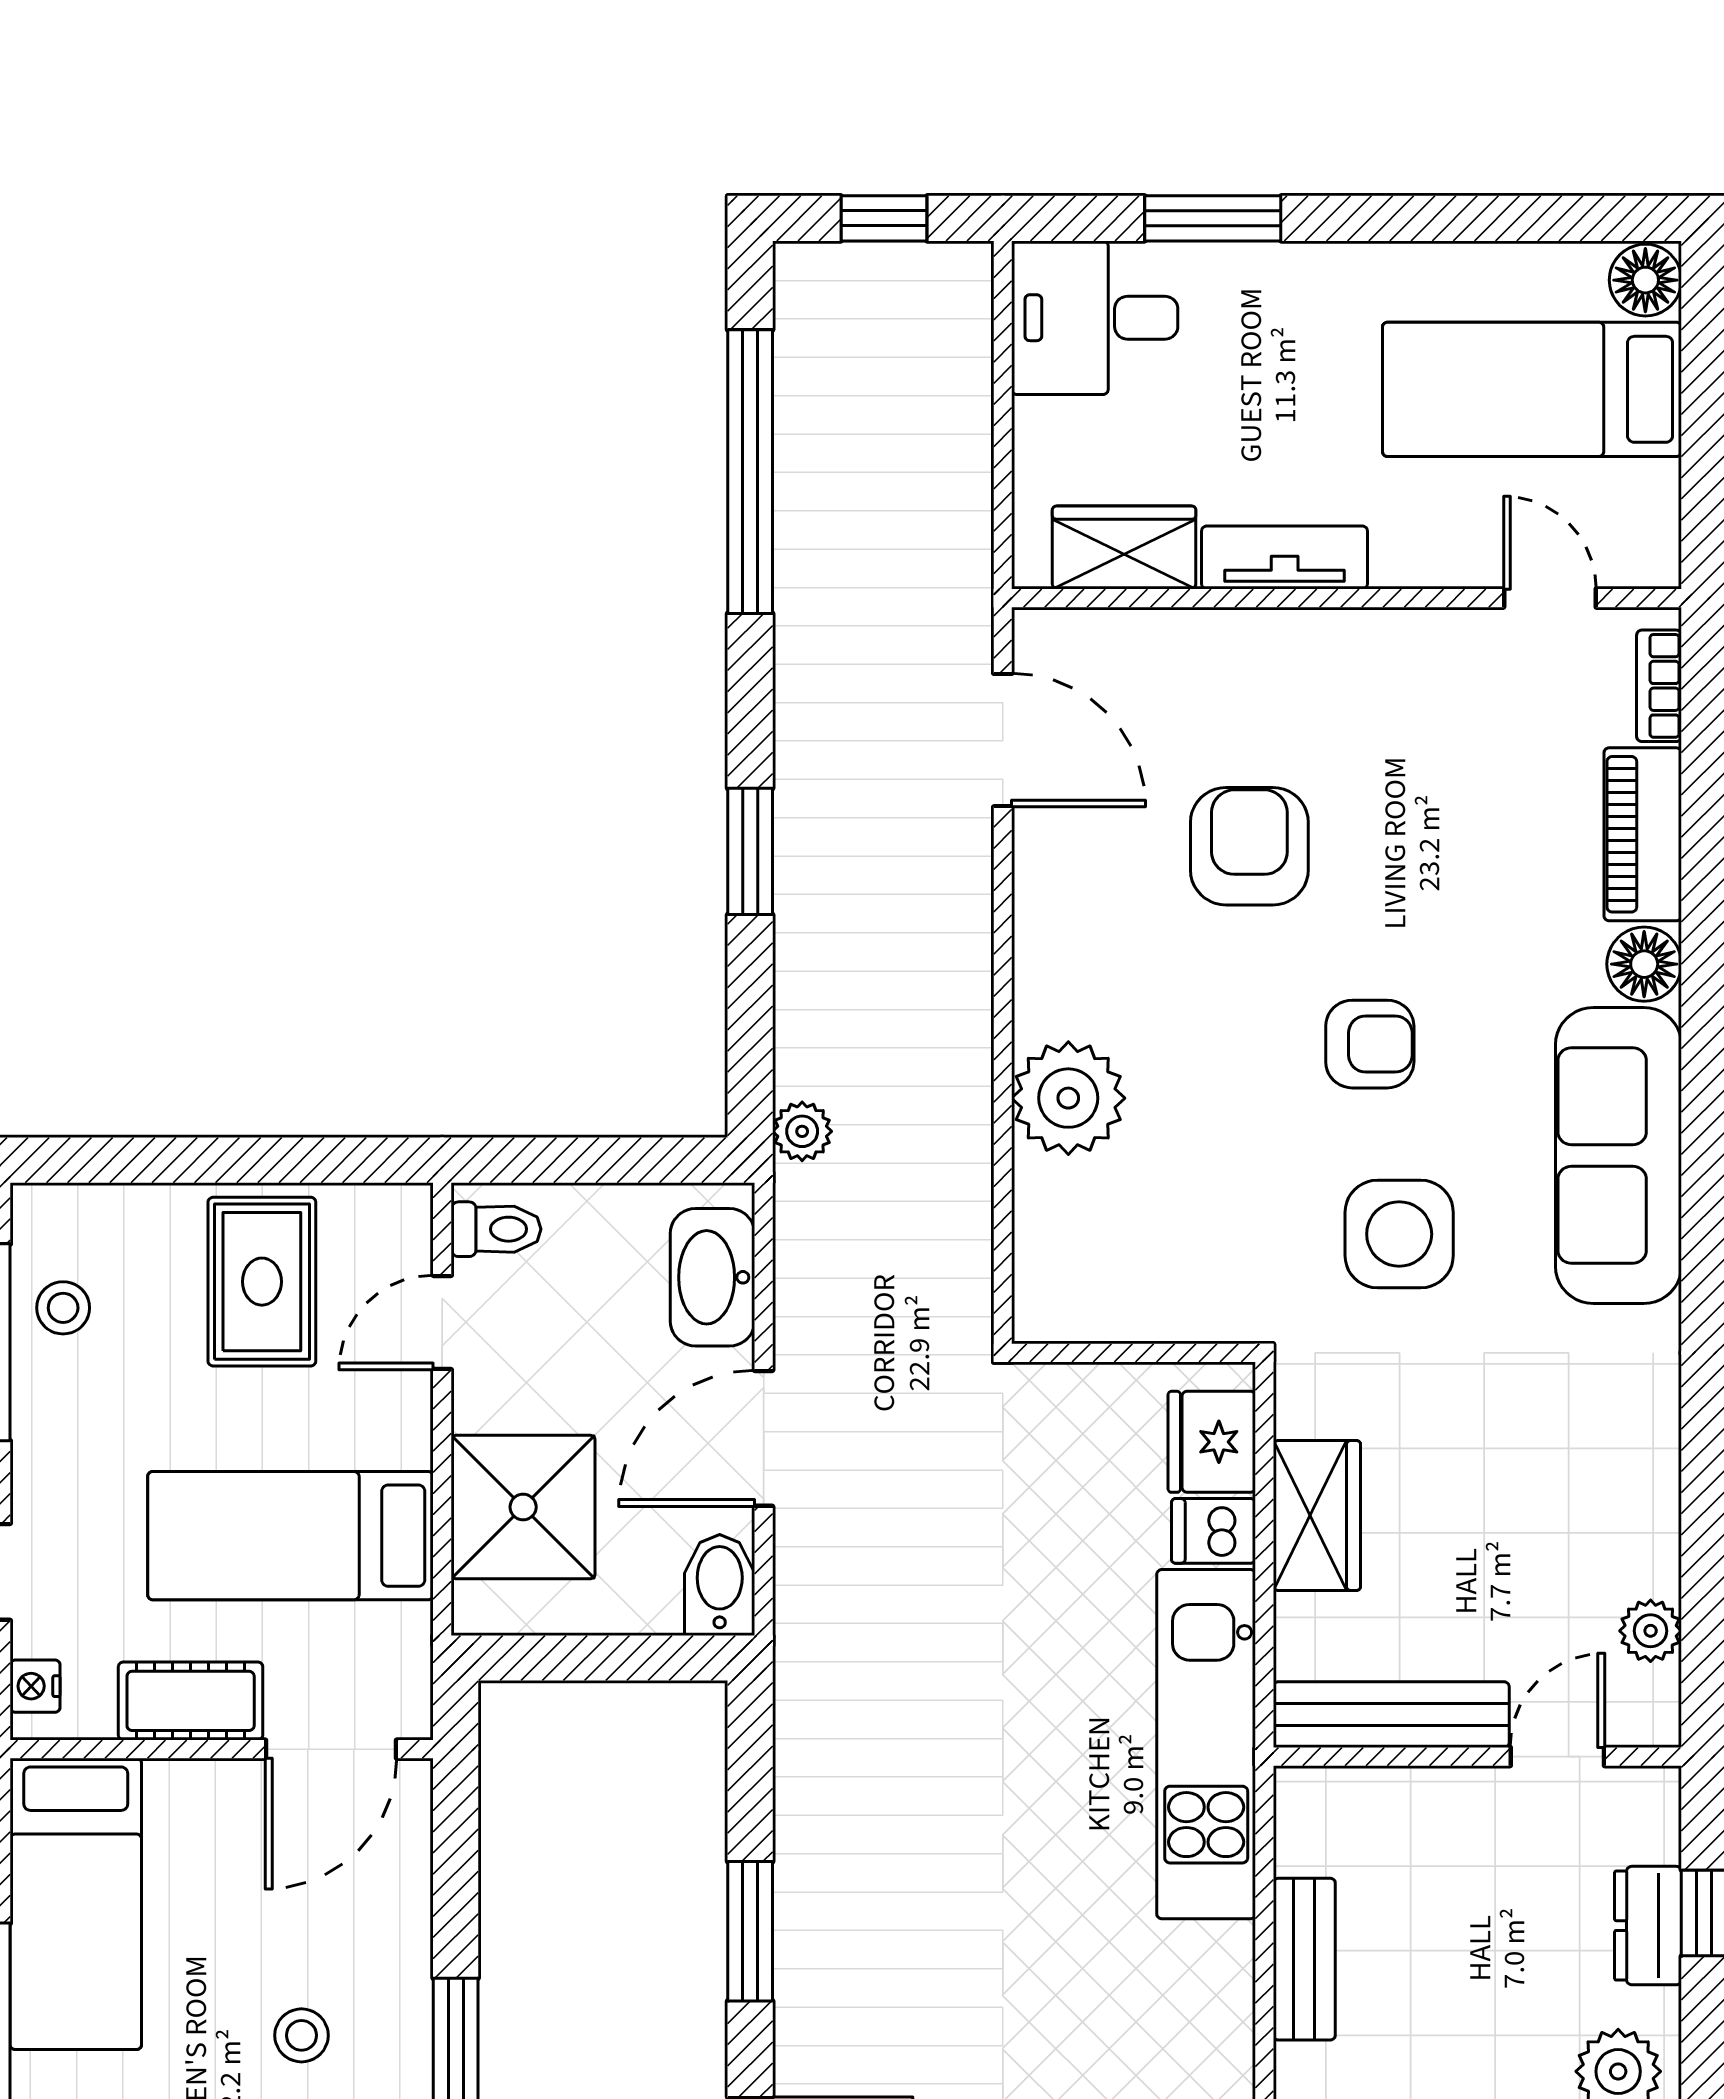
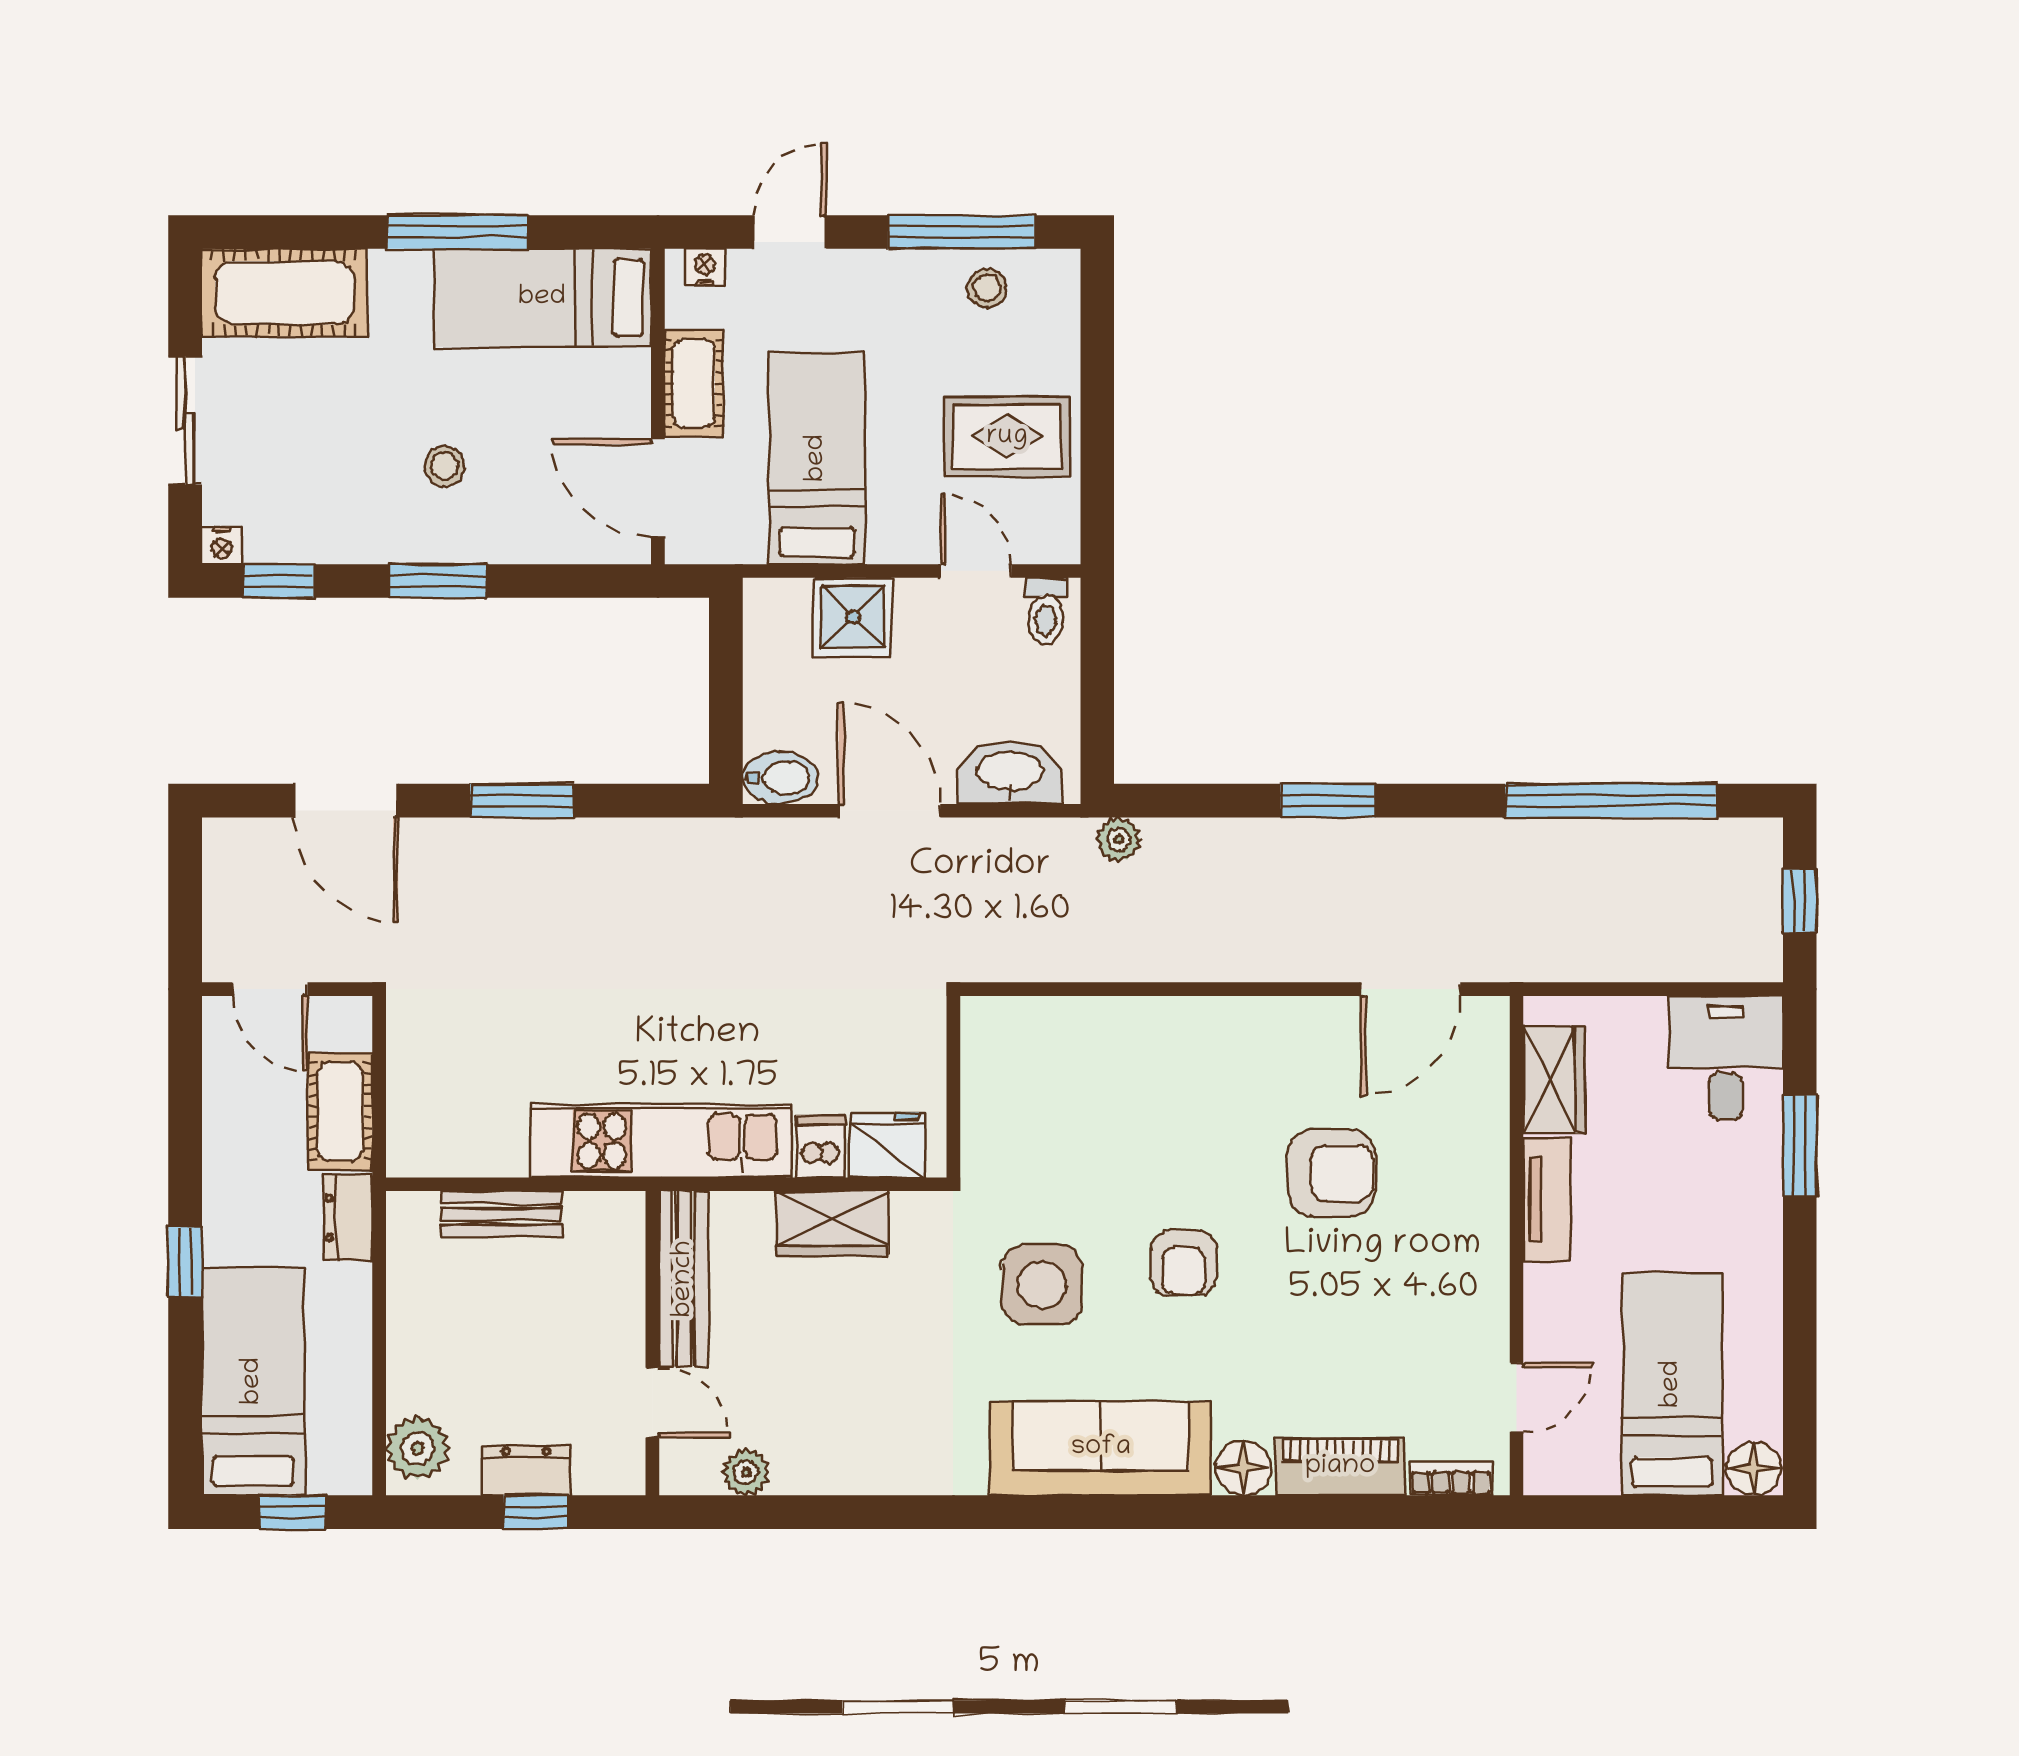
plant: (1068, 1098) -> (1144, 1038), removed
shower: (523, 1507) -> (853, 617), width x0.73, depth x0.73

